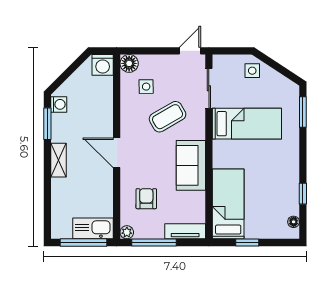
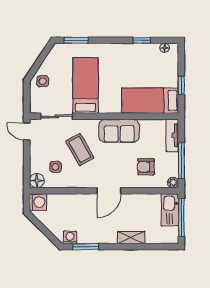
shelving: (59, 160) -> (131, 238), moved

